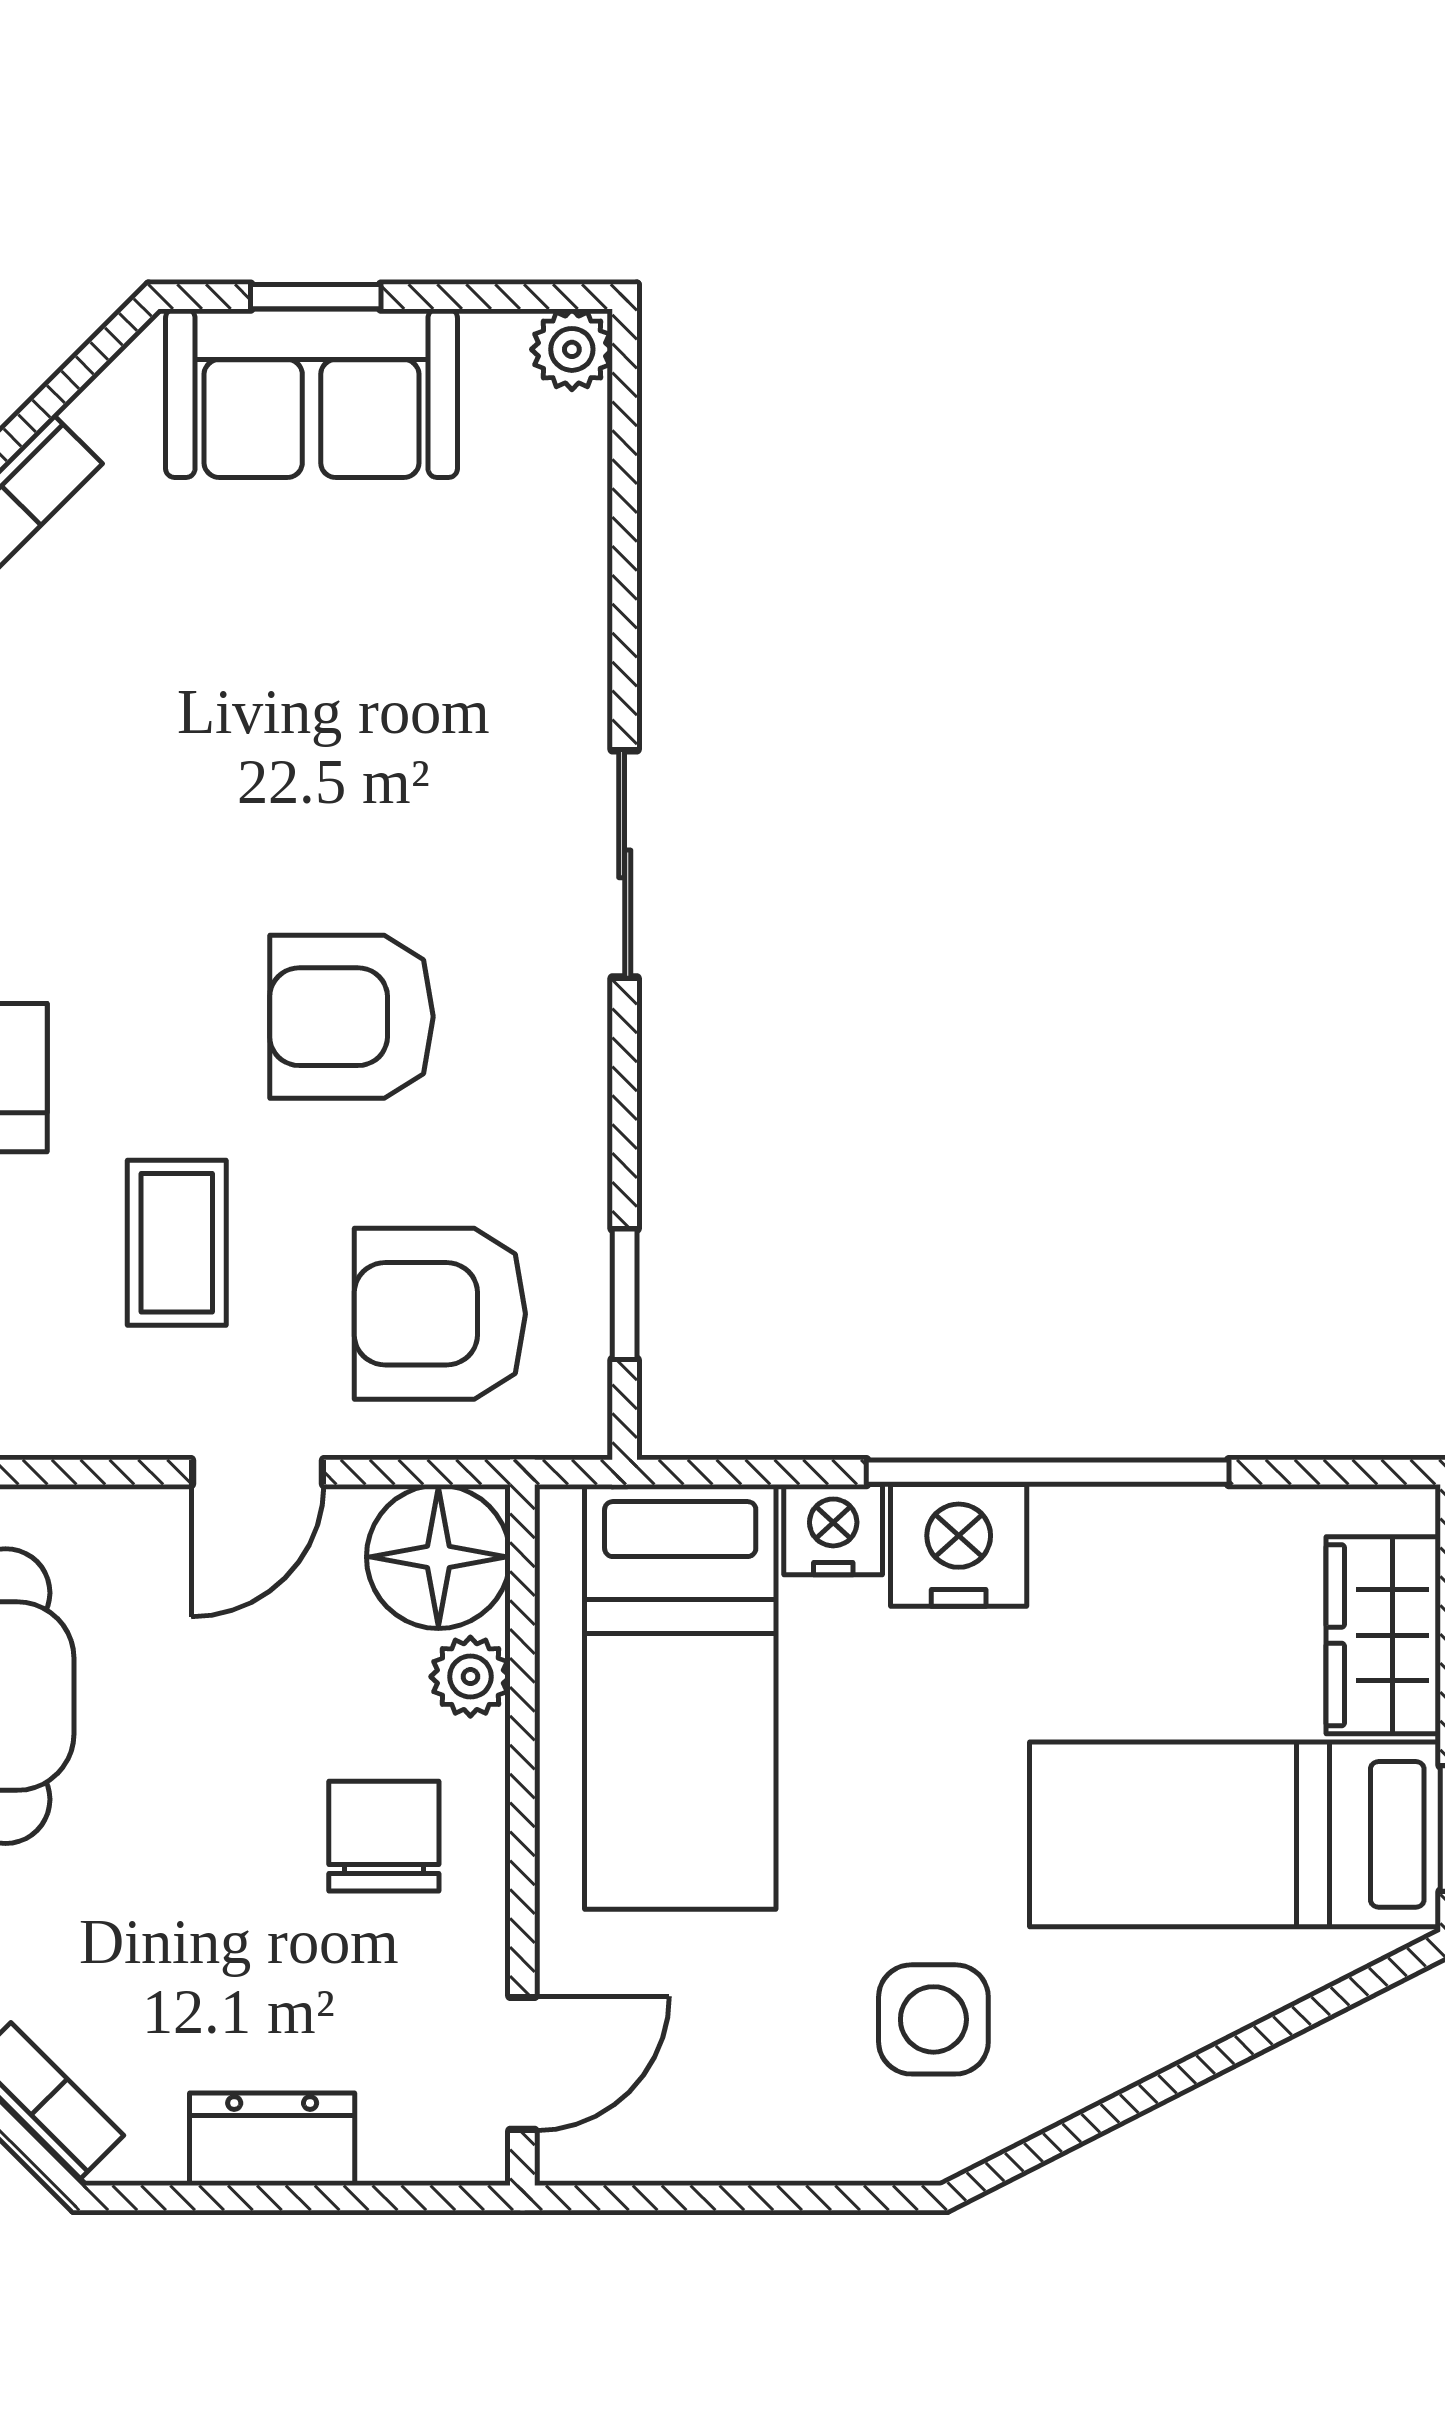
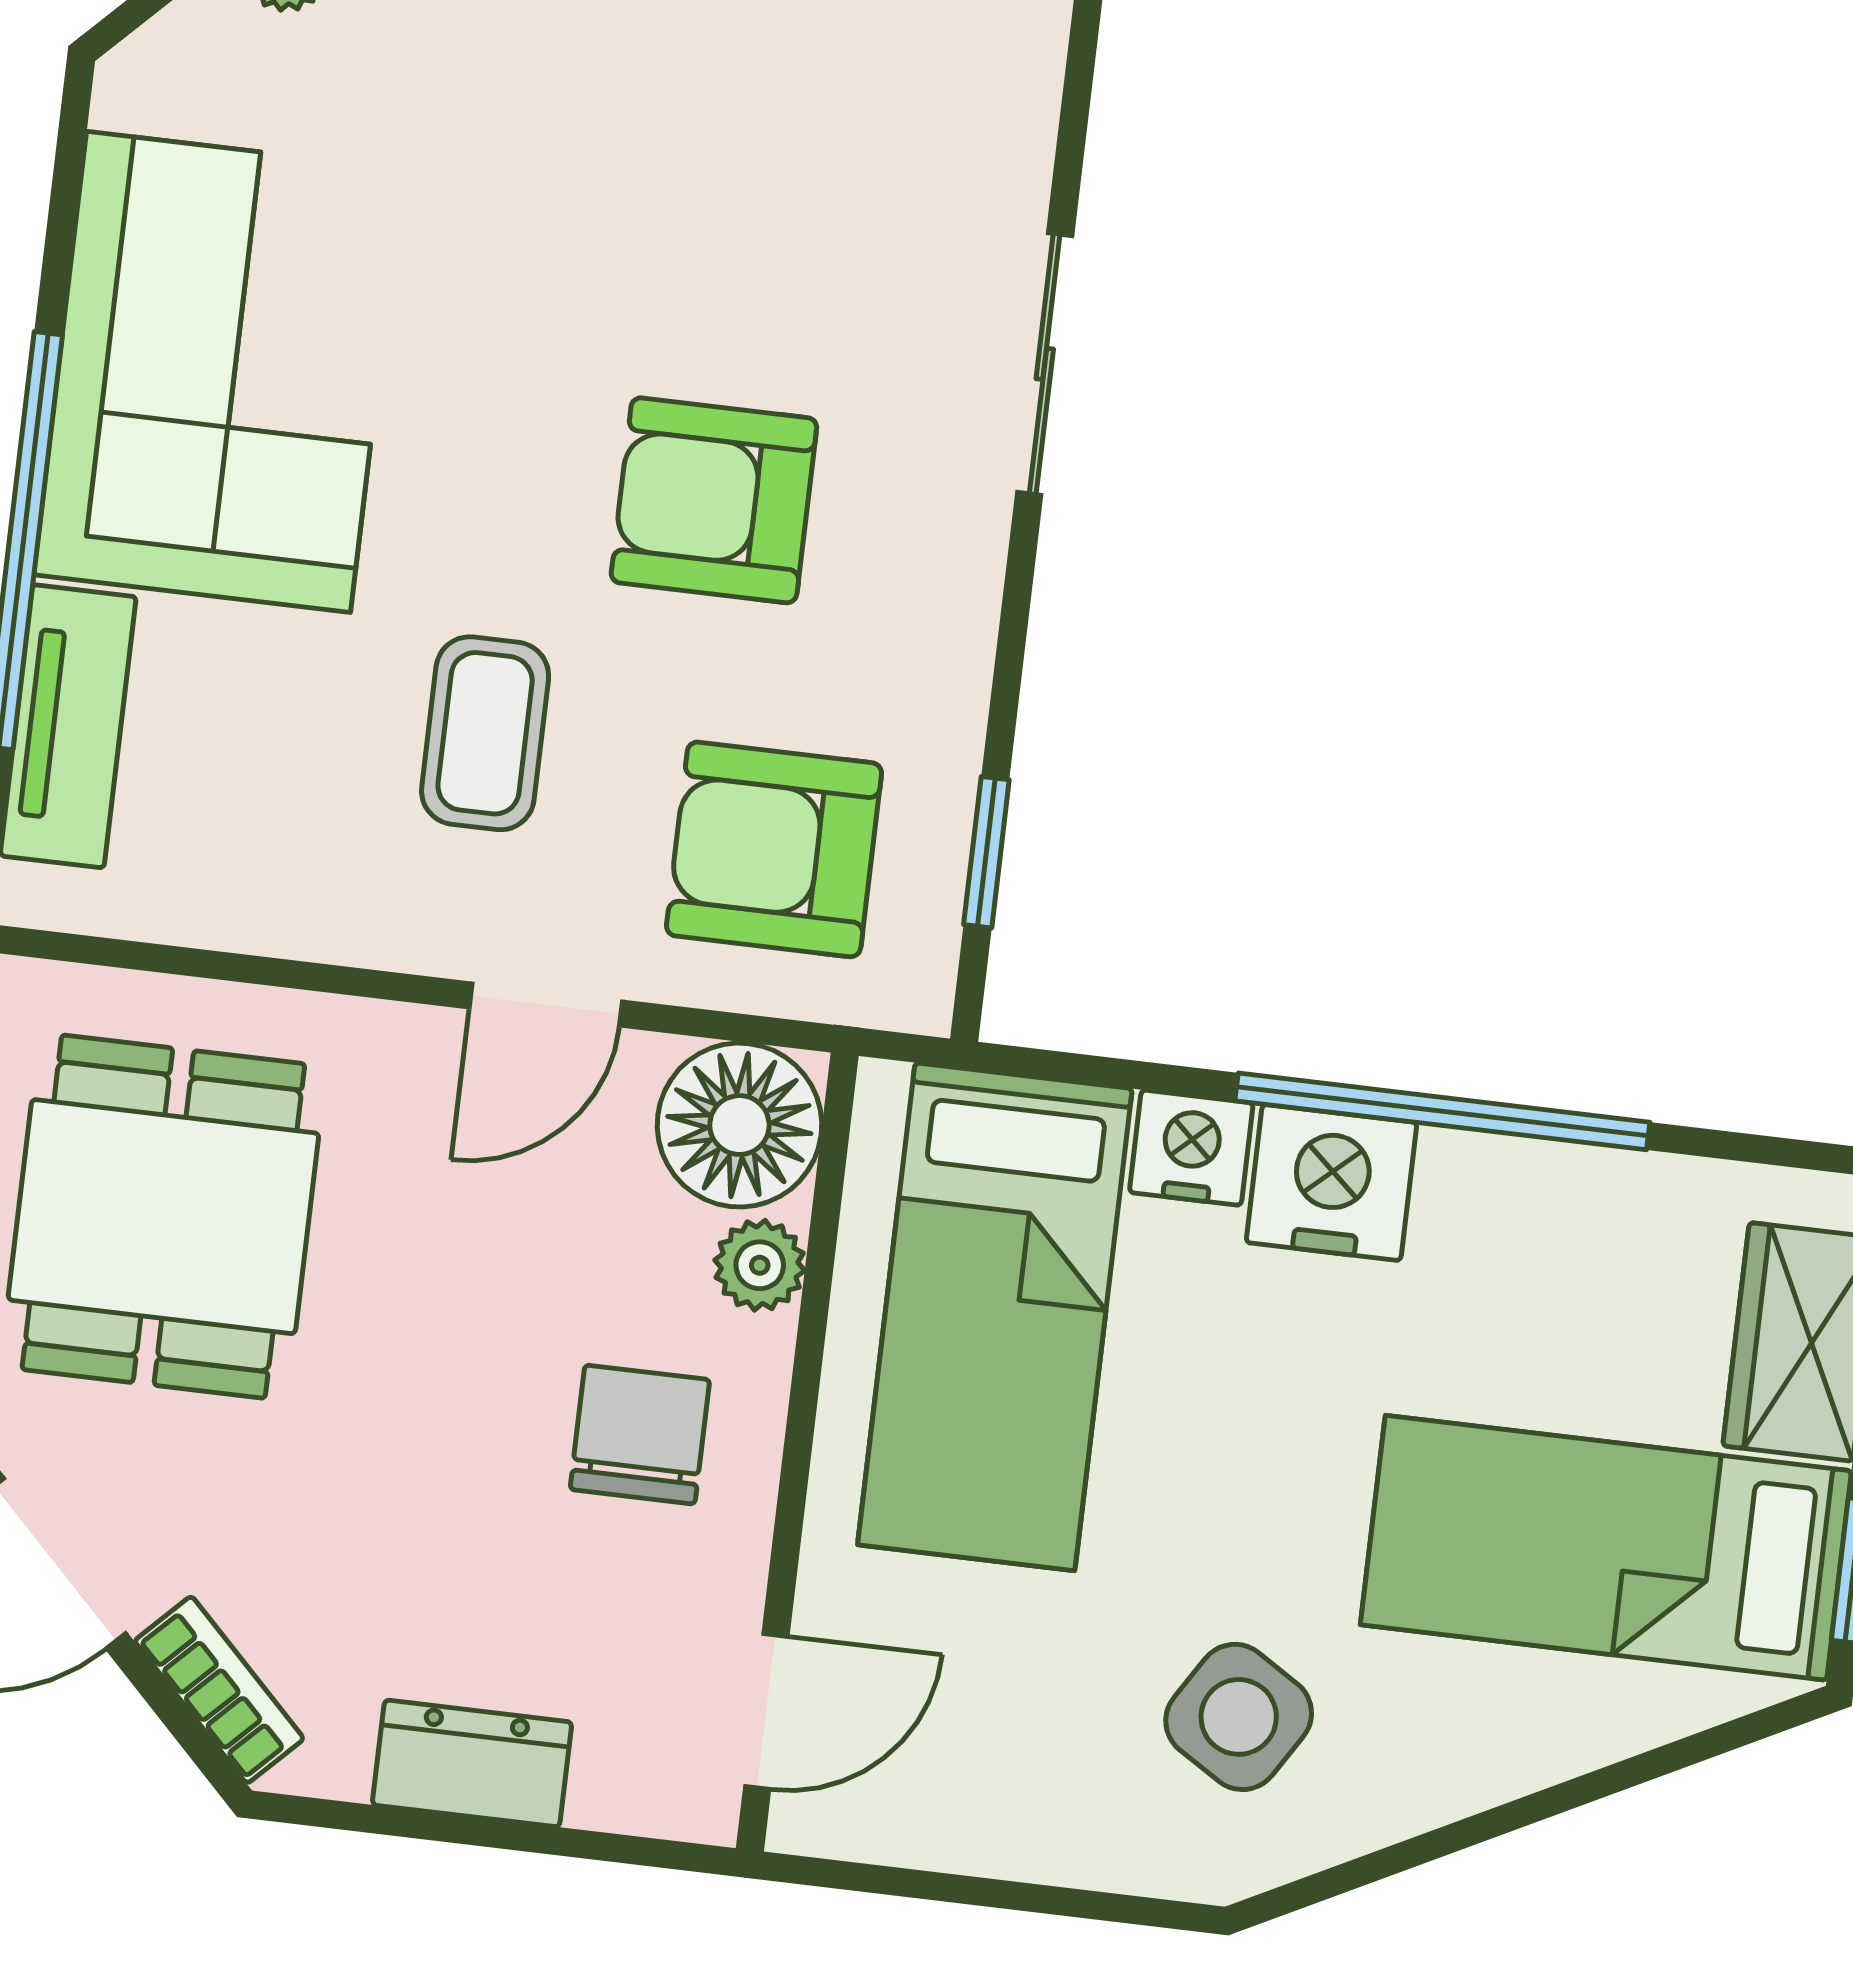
side table: (933, 2019) -> (1239, 1717), turned 32

